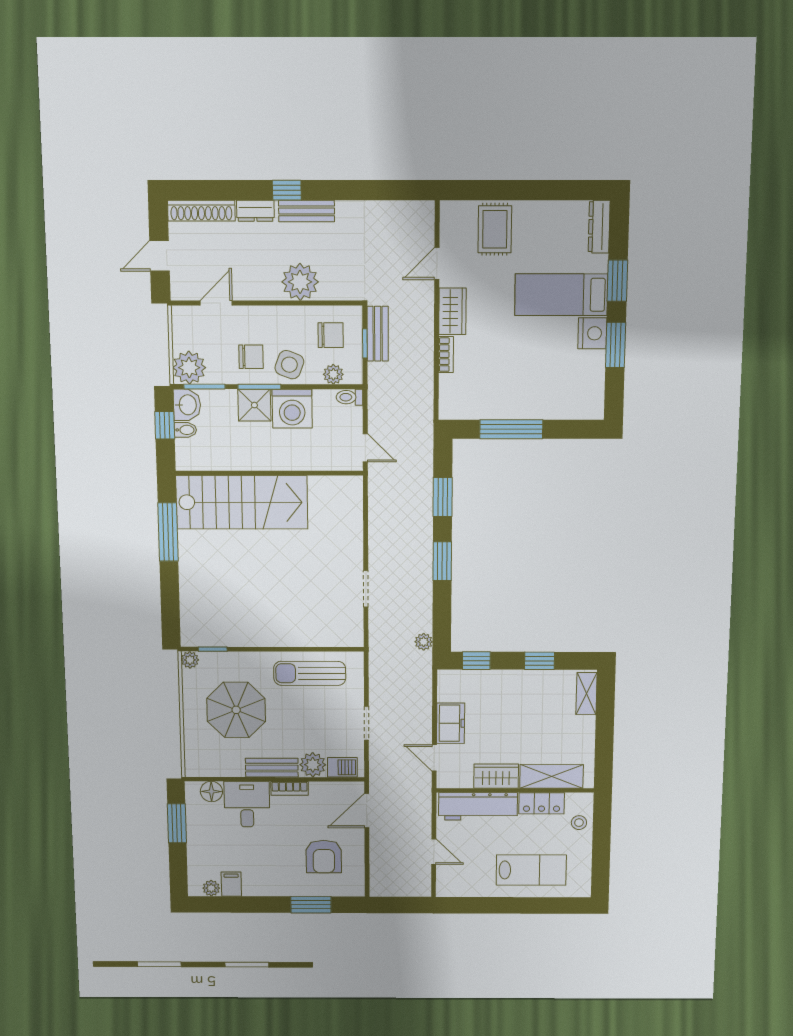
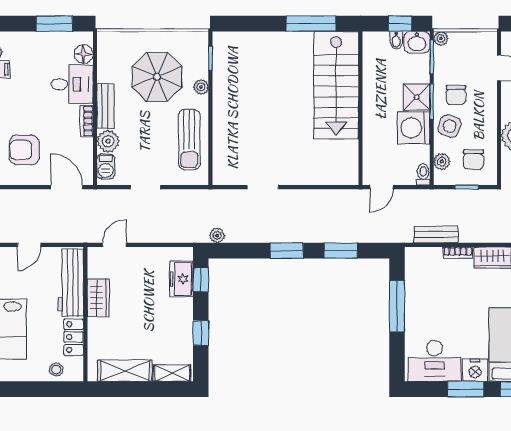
bench: (378, 334) -> (436, 235), moved
plant: (189, 368) -> (441, 38), width x0.53, depth x0.53
desk: (579, 383) -> (435, 361), added
plant: (190, 660) -> (201, 87), moved
sun lounger: (310, 673) -> (189, 139), turned 180
freezer: (451, 723) -> (181, 279), moved, turned 90
shelving: (552, 776) -> (125, 371), moved, turned 90

